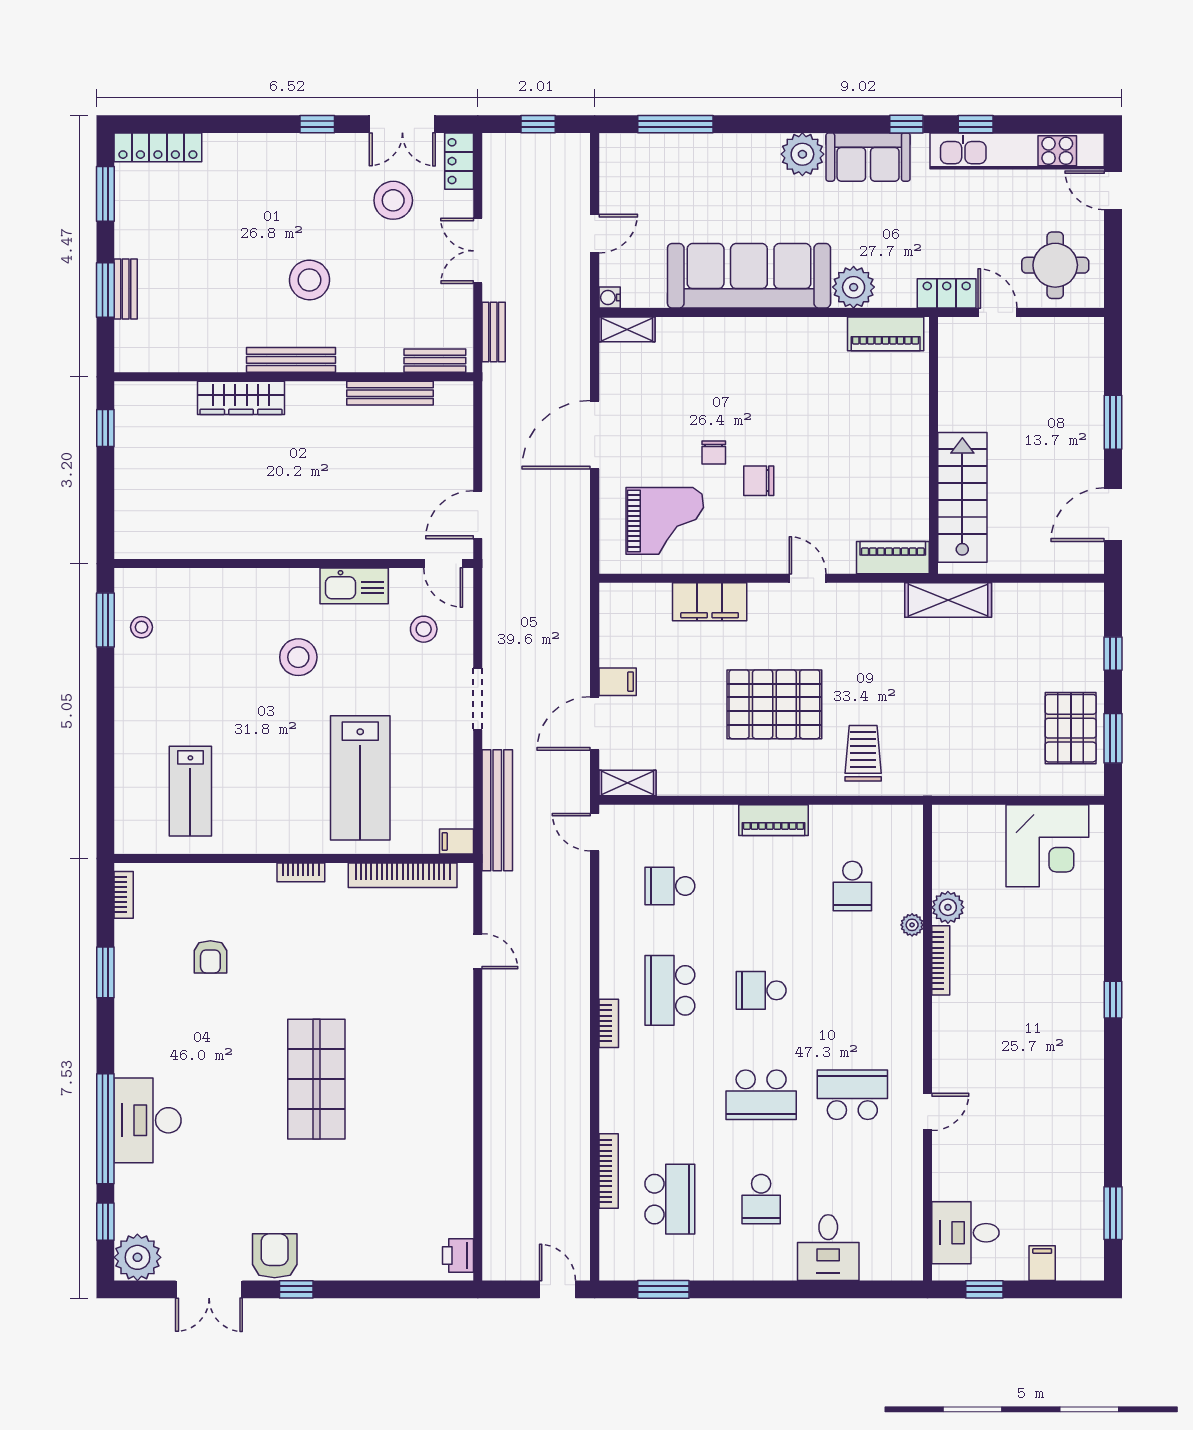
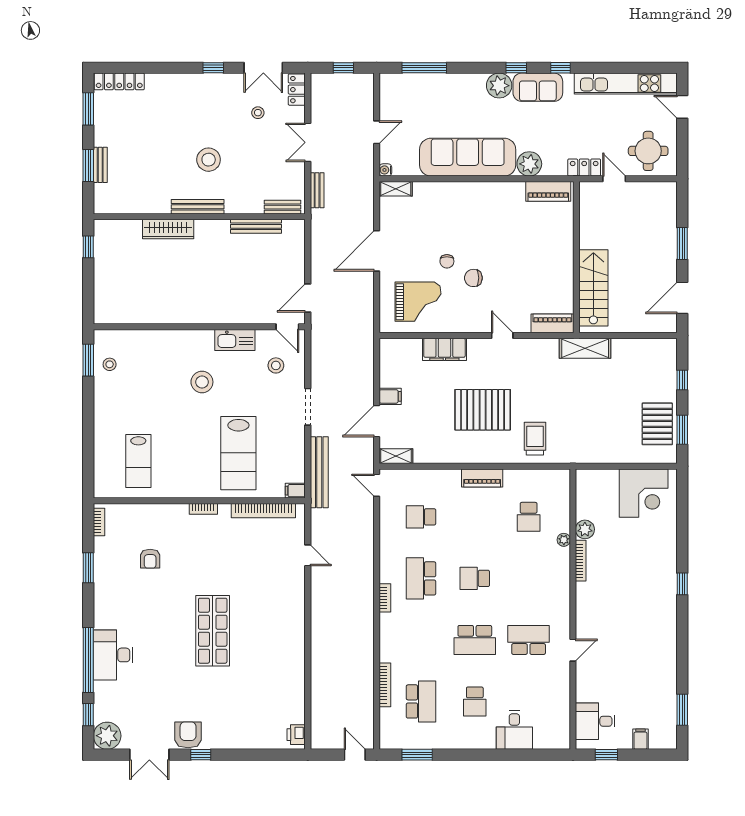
window: (976, 124) -> (516, 68), moved
stool: (393, 200) -> (258, 113), width x0.53, depth x0.53

